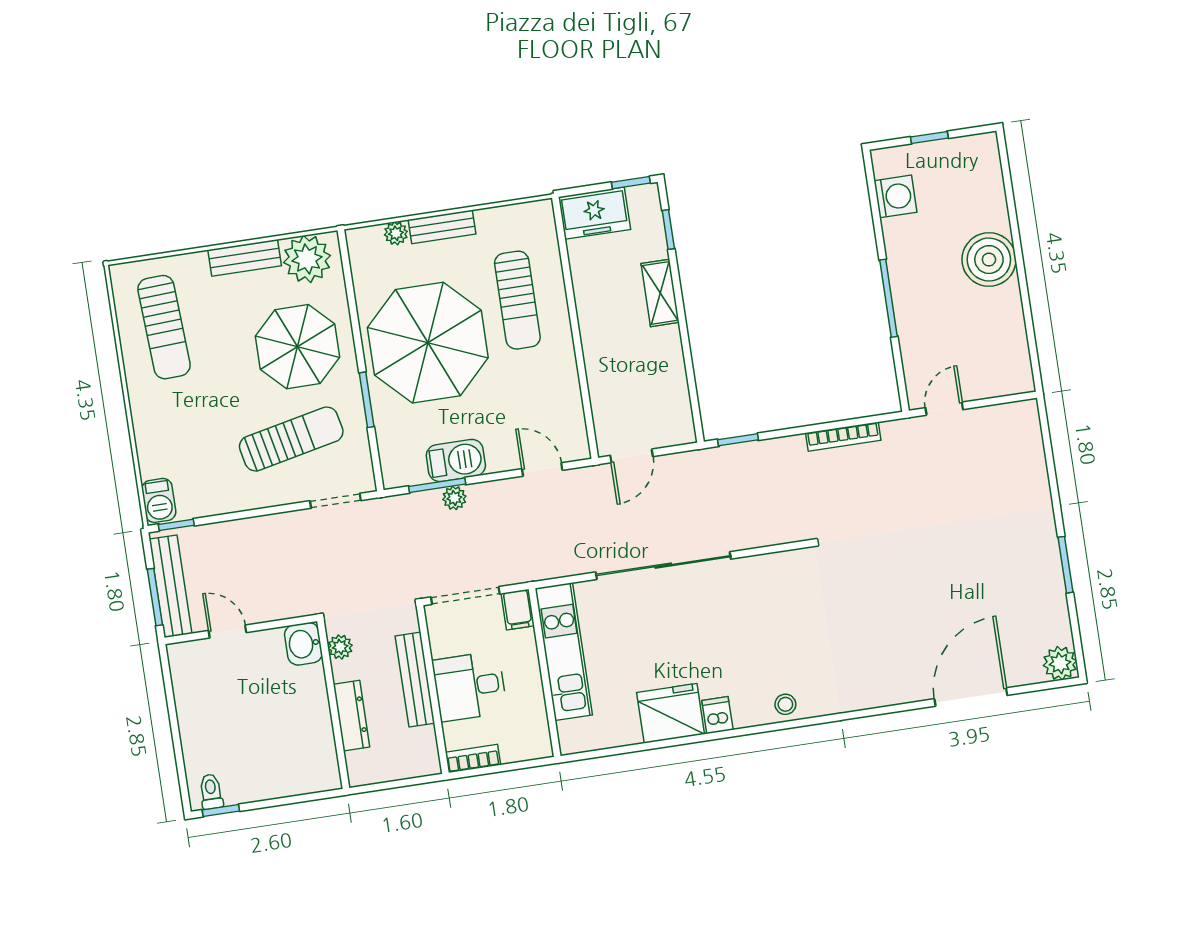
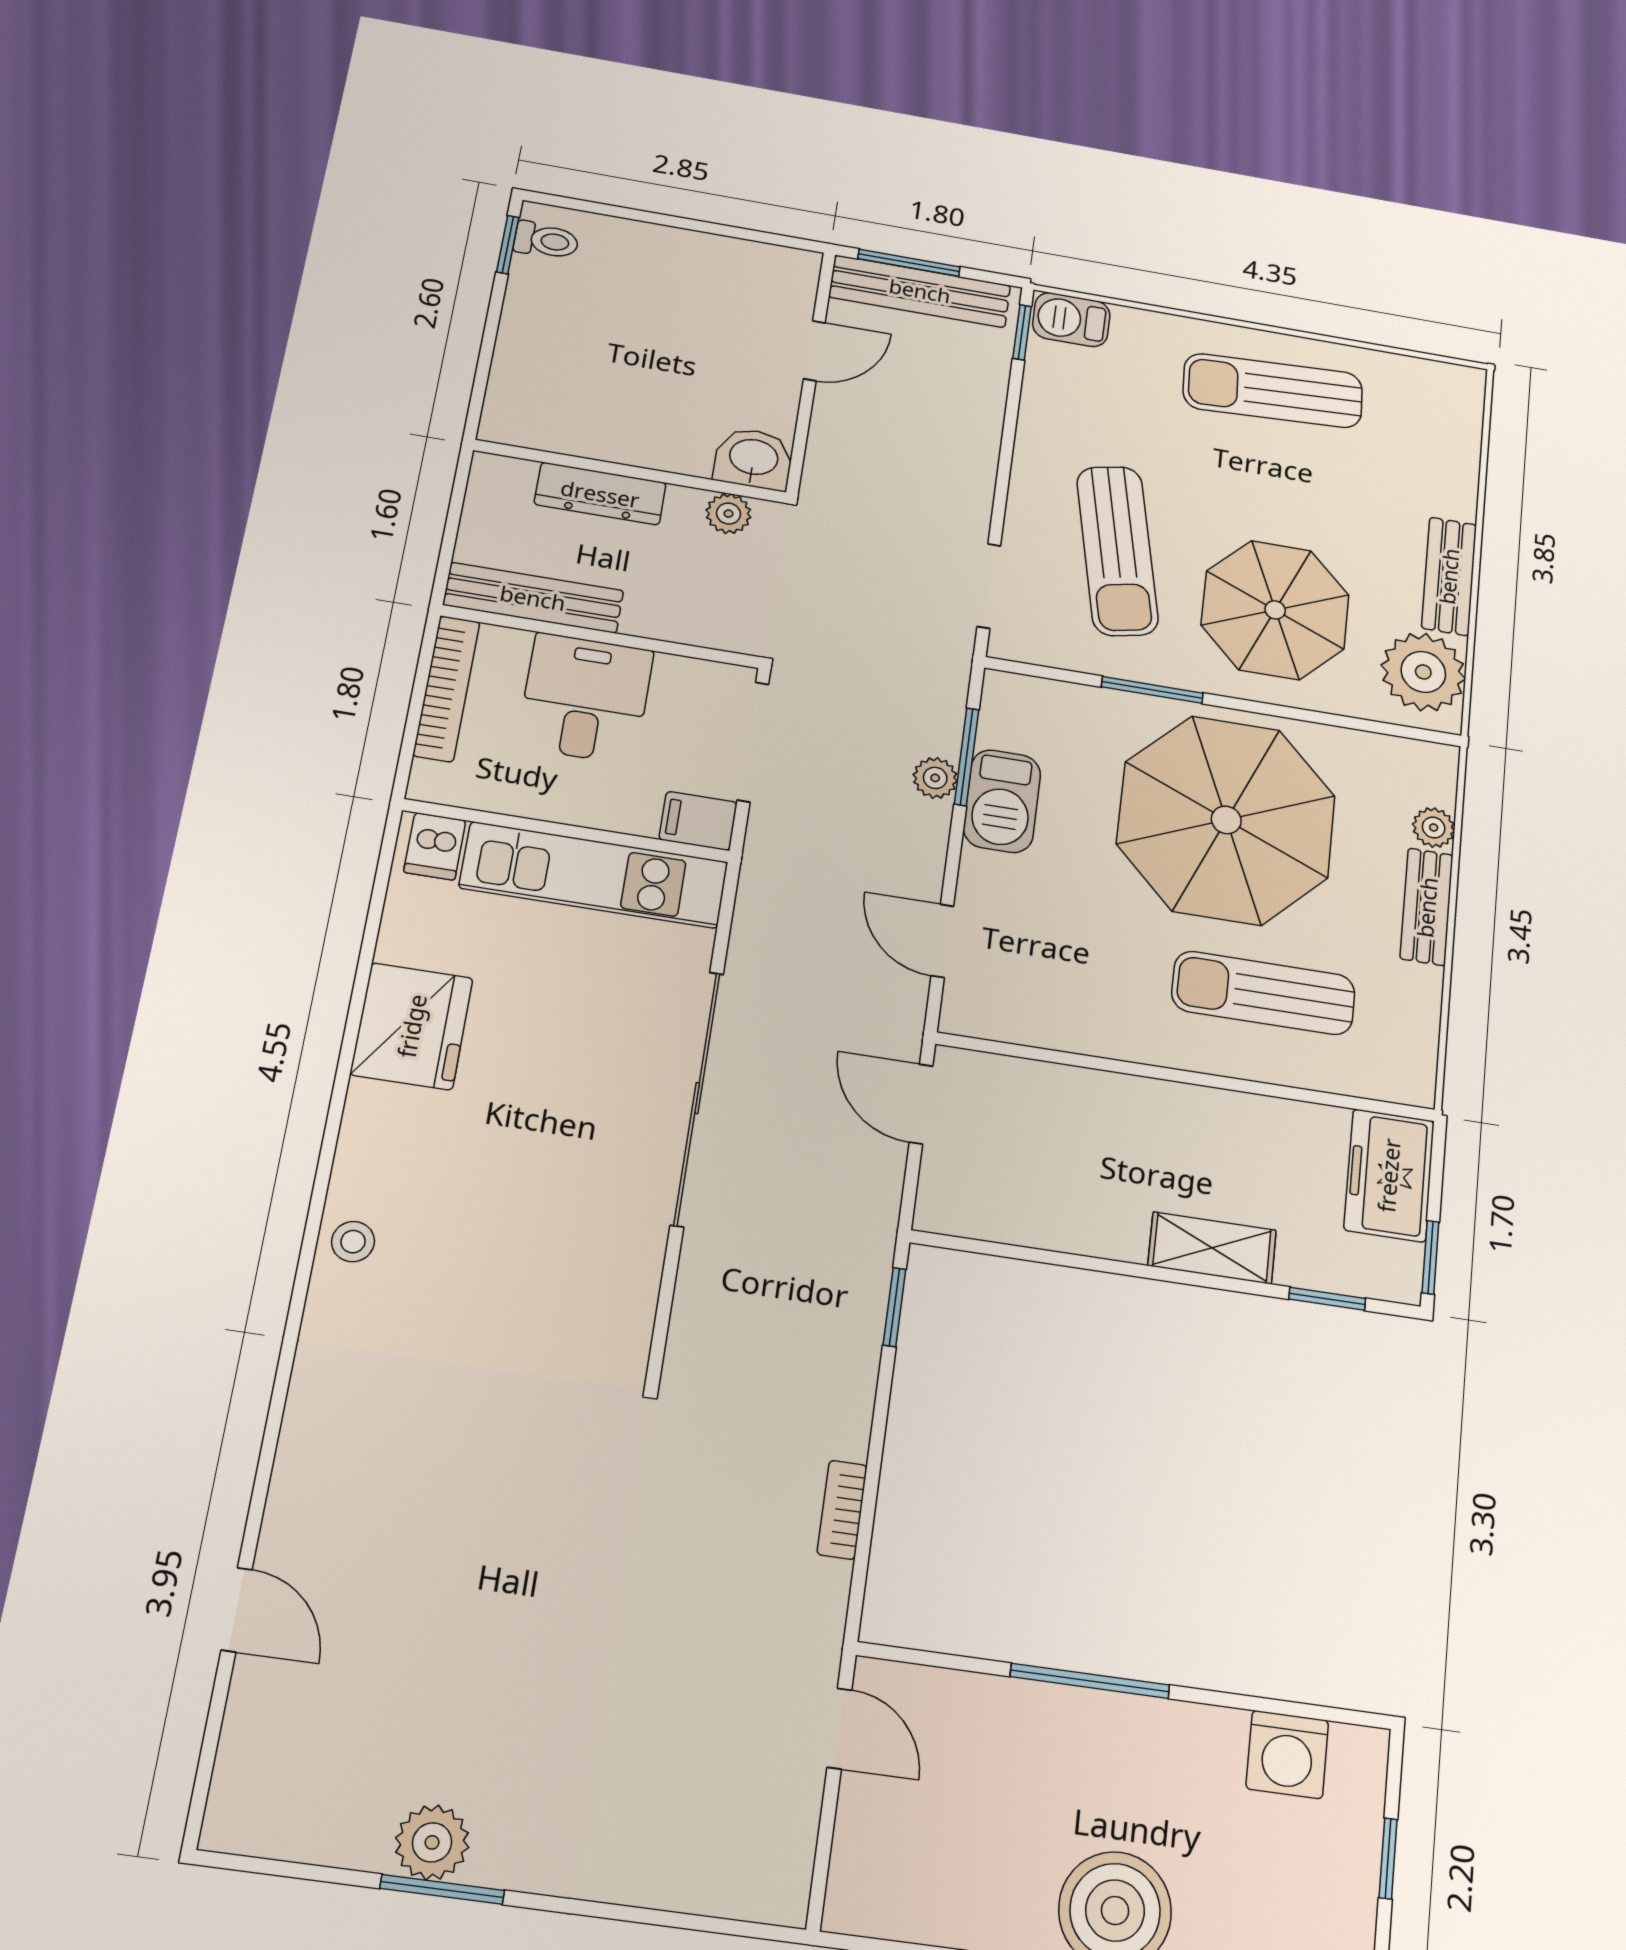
sun lounger: (164, 327) -> (1273, 391), moved
bookcase: (843, 437) -> (842, 1510), width x0.64
door: (542, 469) -> (942, 941), swing flipped
plant: (1060, 663) -> (432, 1842), moved
bench: (415, 680) -> (533, 598), moved
door: (971, 697) -> (237, 1610), width x0.53
dishwasher: (717, 715) -> (435, 846), moved, turned 90
bookcase: (473, 759) -> (447, 689), width x1.56

